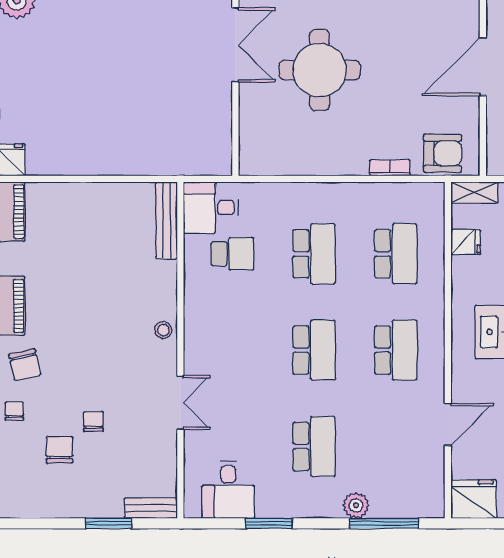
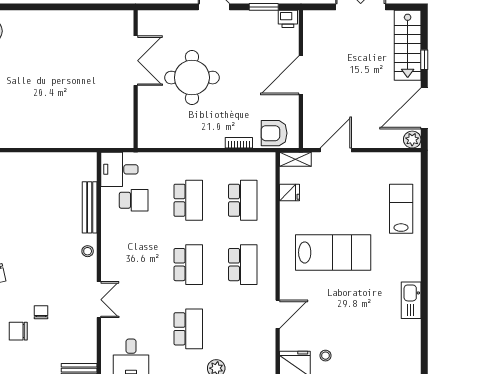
armchair: (442, 153) -> (274, 133), turned 180
bench: (166, 220) -> (90, 207), moved
chair: (60, 450) -> (18, 331), turned -90

